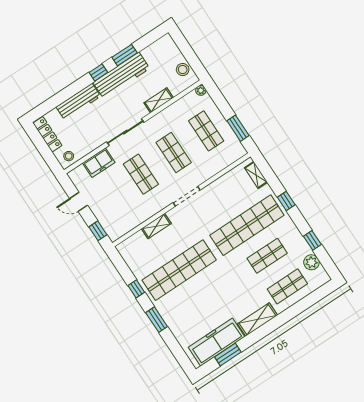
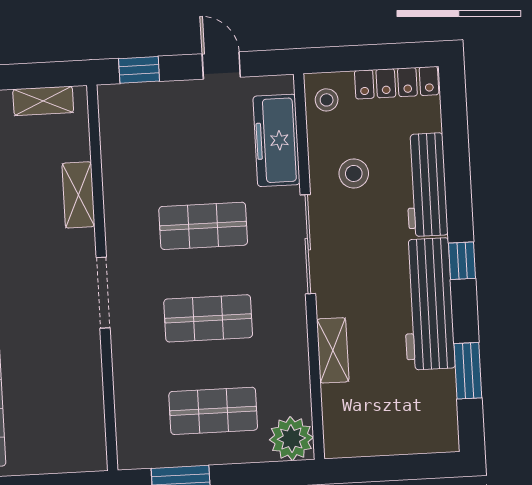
window: (124, 55) -> (468, 371), moved
stool: (183, 70) -> (354, 173), moved
plant: (201, 90) -> (291, 439), width x1.87, depth x1.87
freezer: (99, 163) -> (276, 140), width x1.40
shelving: (256, 175) -> (43, 101), moved
door: (79, 202) -> (221, 65), hinge flipped

